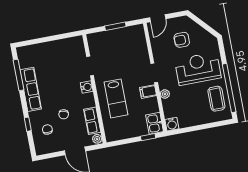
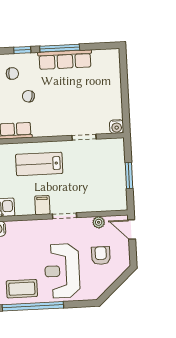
reception desk: (198, 69) -> (62, 271), turned 180
window: (18, 75) -> (60, 48), moved
water cooler: (87, 87) -> (117, 127), moved
plant: (165, 94) -> (99, 222), moved

